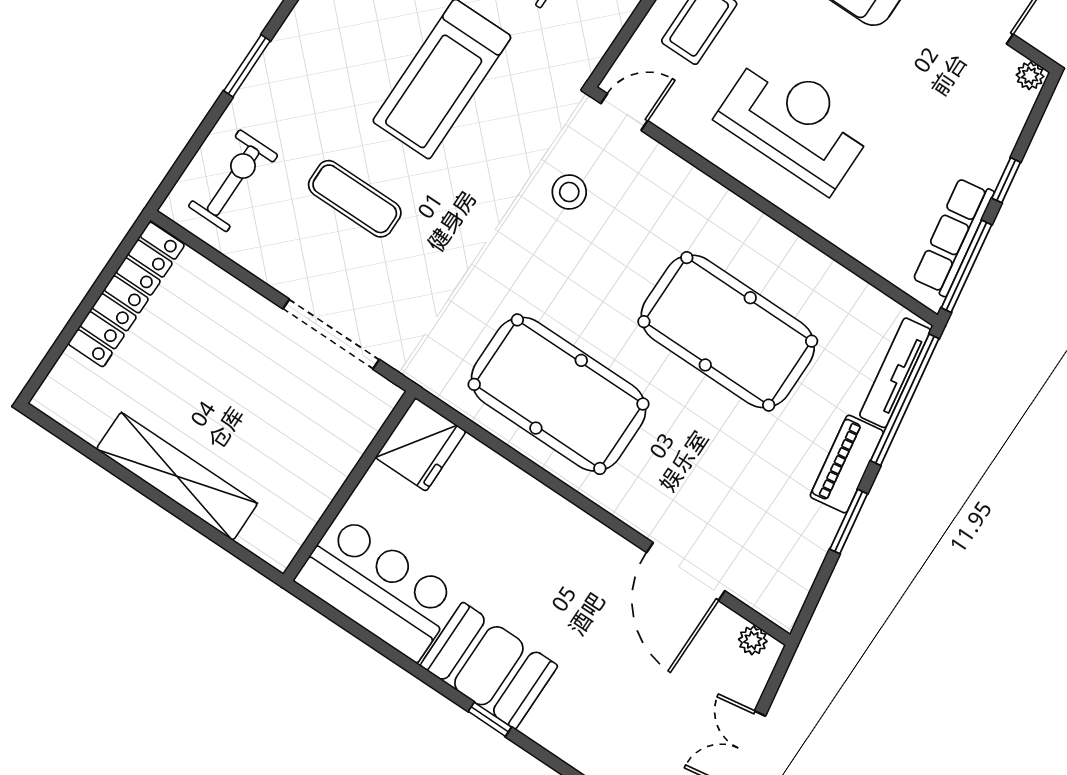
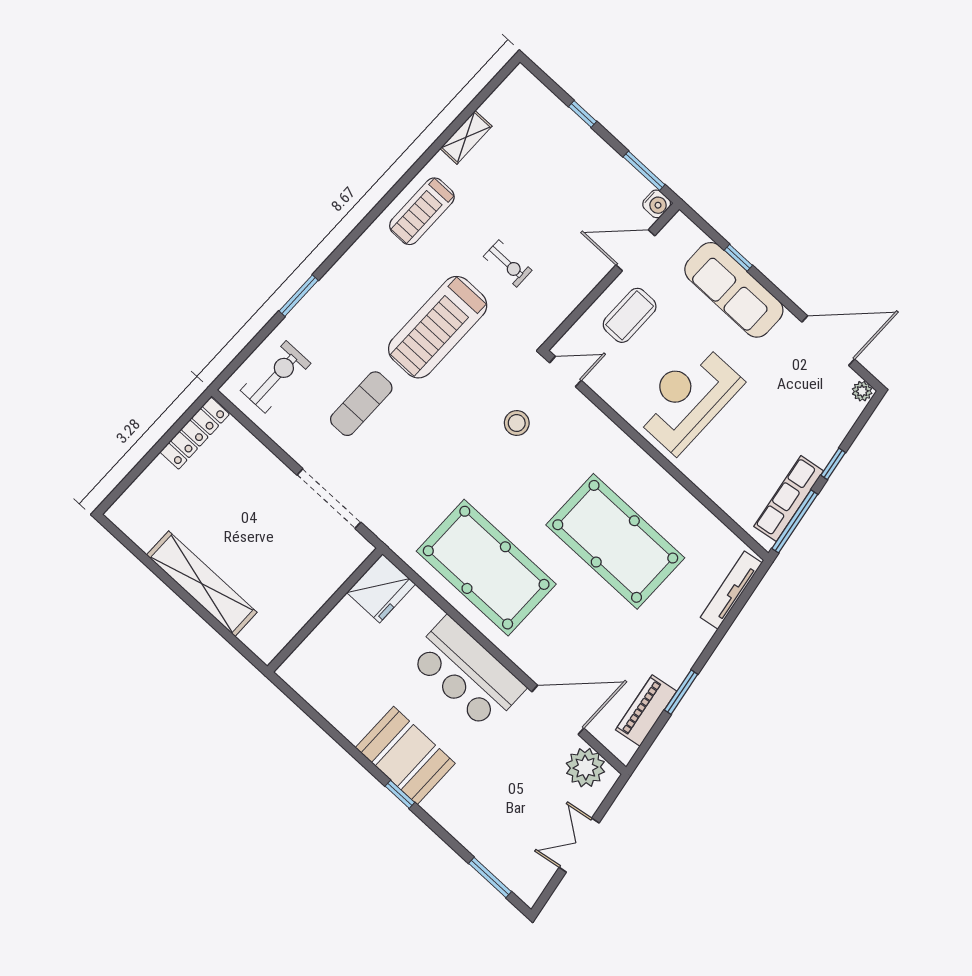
reception desk: (795, 122) -> (688, 398), turned -90
exercise mat: (355, 199) -> (361, 404), turned 90
locker: (126, 294) -> (195, 433), width x0.71, depth x0.83
window: (905, 400) -> (735, 611), removed
piano: (847, 464) -> (646, 711), moved
door: (686, 572) -> (558, 710), swing flipped
bar counter: (378, 588) -> (467, 673), moved, turned 180
plant: (753, 640) -> (585, 768), width x1.88, depth x1.88

